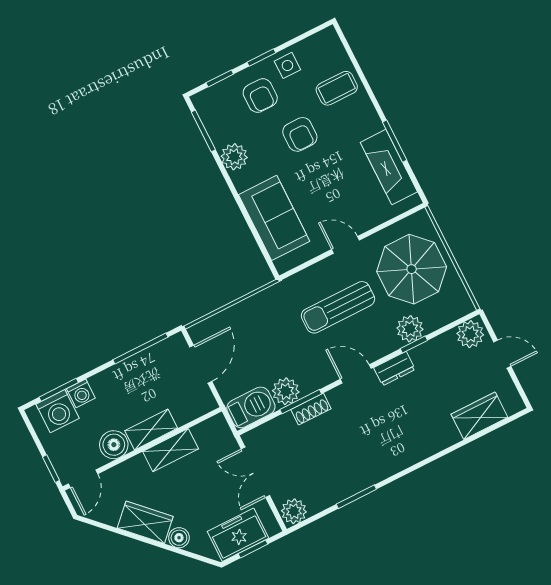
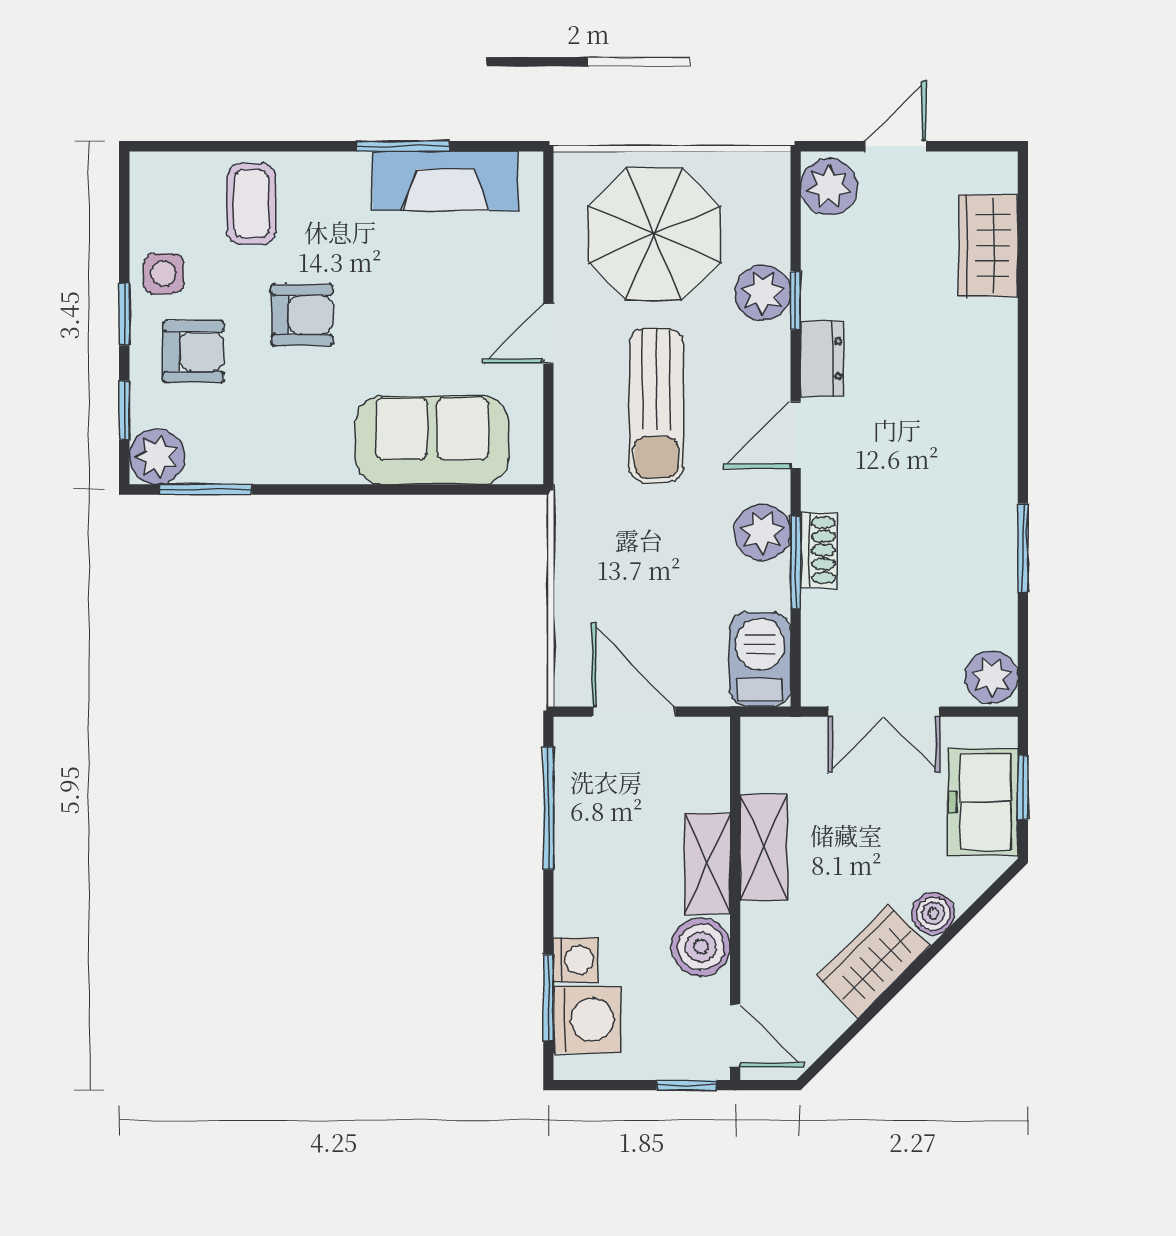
plant: (234, 157) -> (157, 457), moved
plant: (286, 391) -> (763, 532), moved

